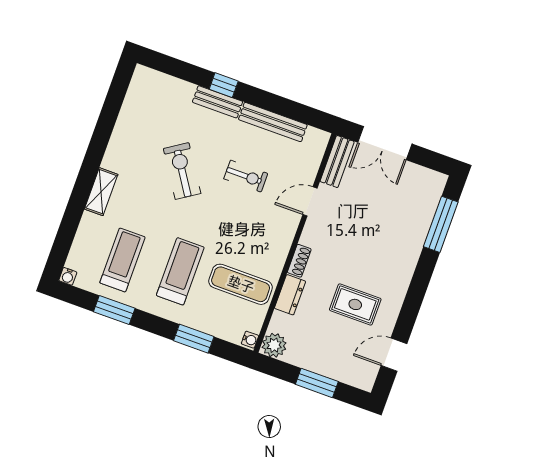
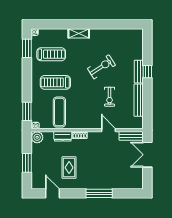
window: (441, 224) -> (99, 193), moved
treadmill: (180, 271) -> (55, 82), turned 180
window: (114, 310) -> (27, 48), moved
window: (194, 339) -> (27, 111), moved

